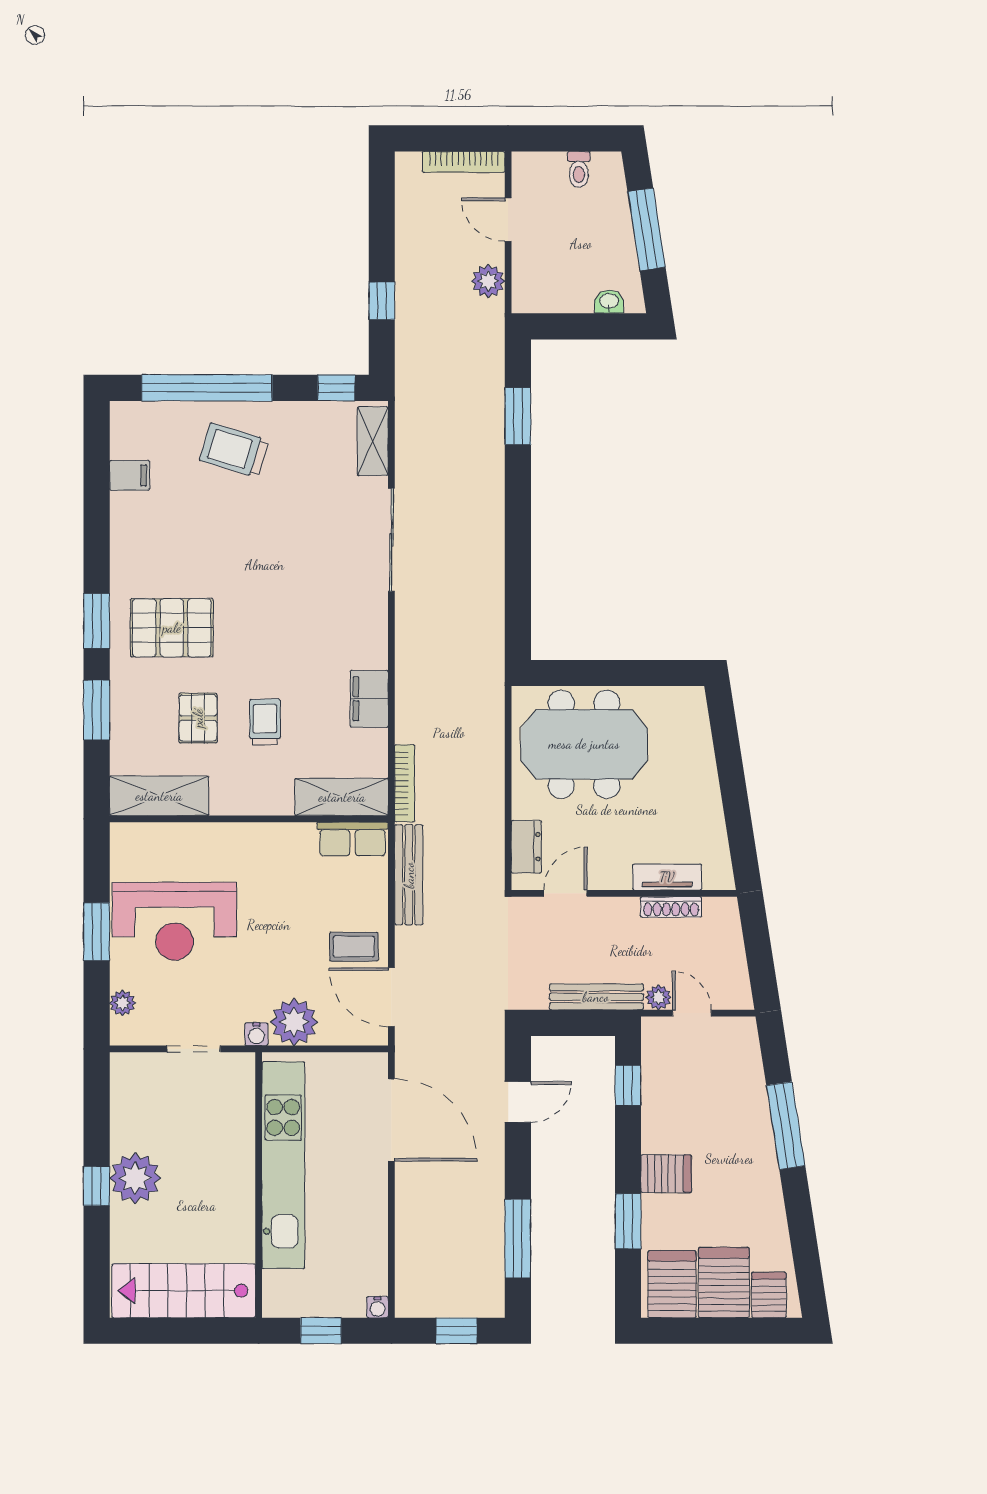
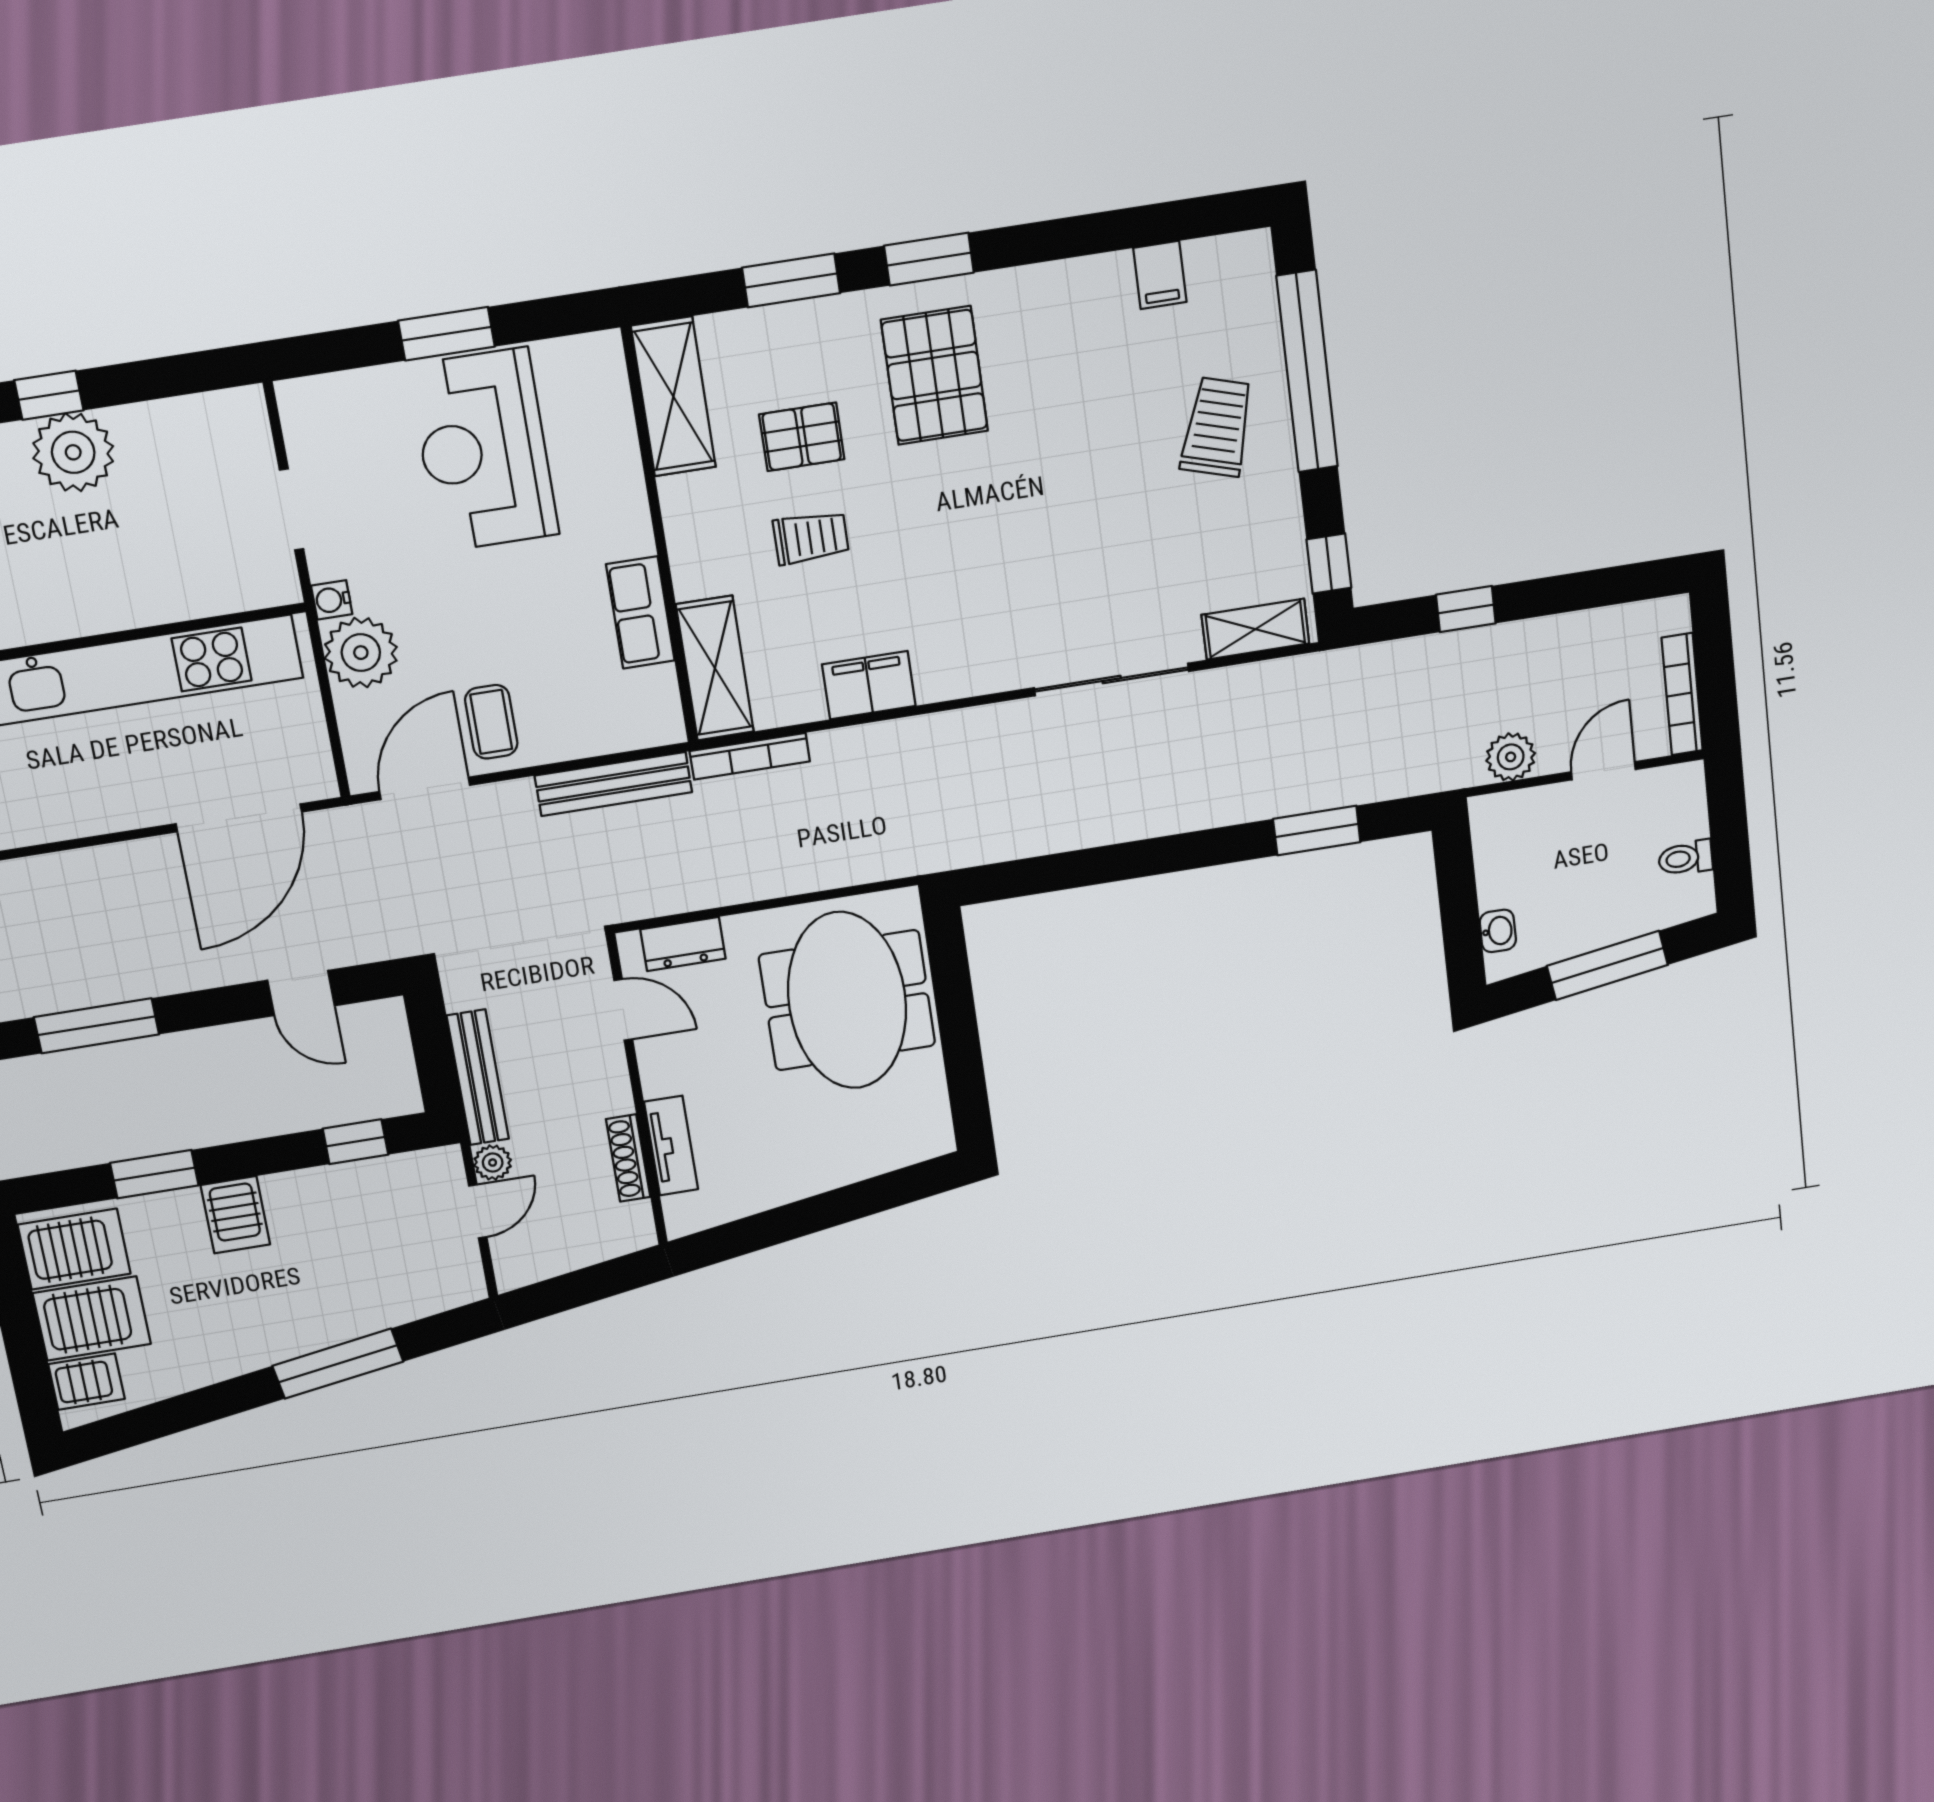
row of seats: (353, 839) -> (640, 613), moved
plant: (123, 1003) -> (343, 391), removed

